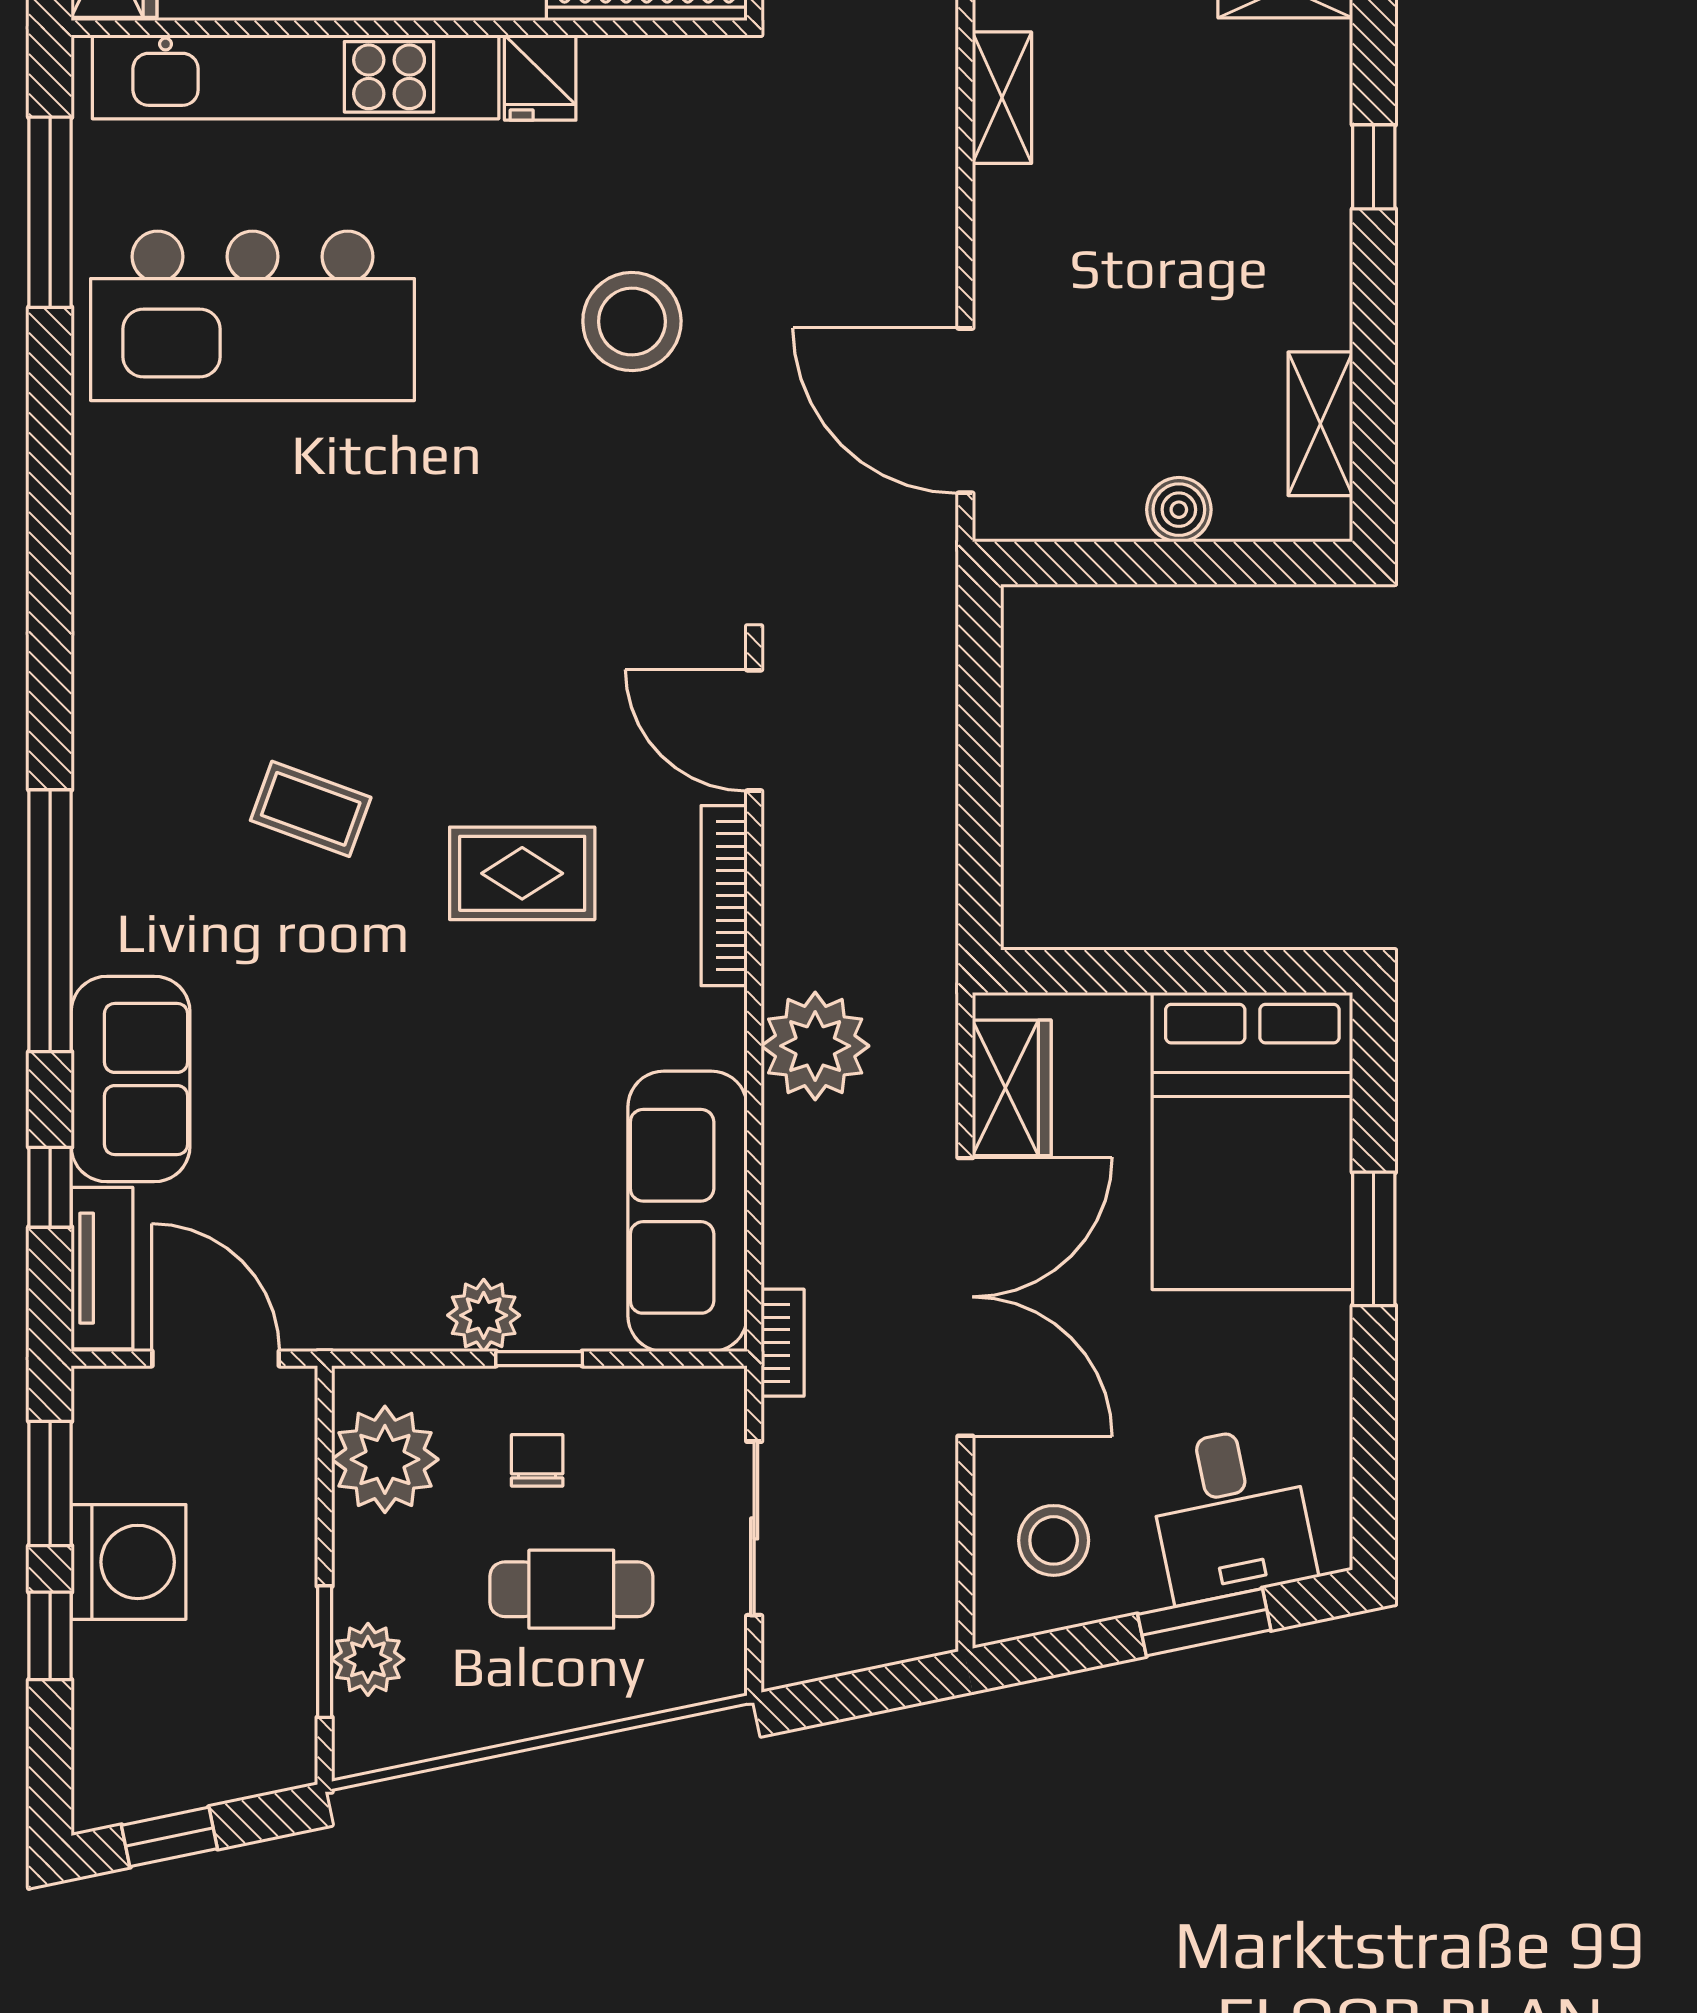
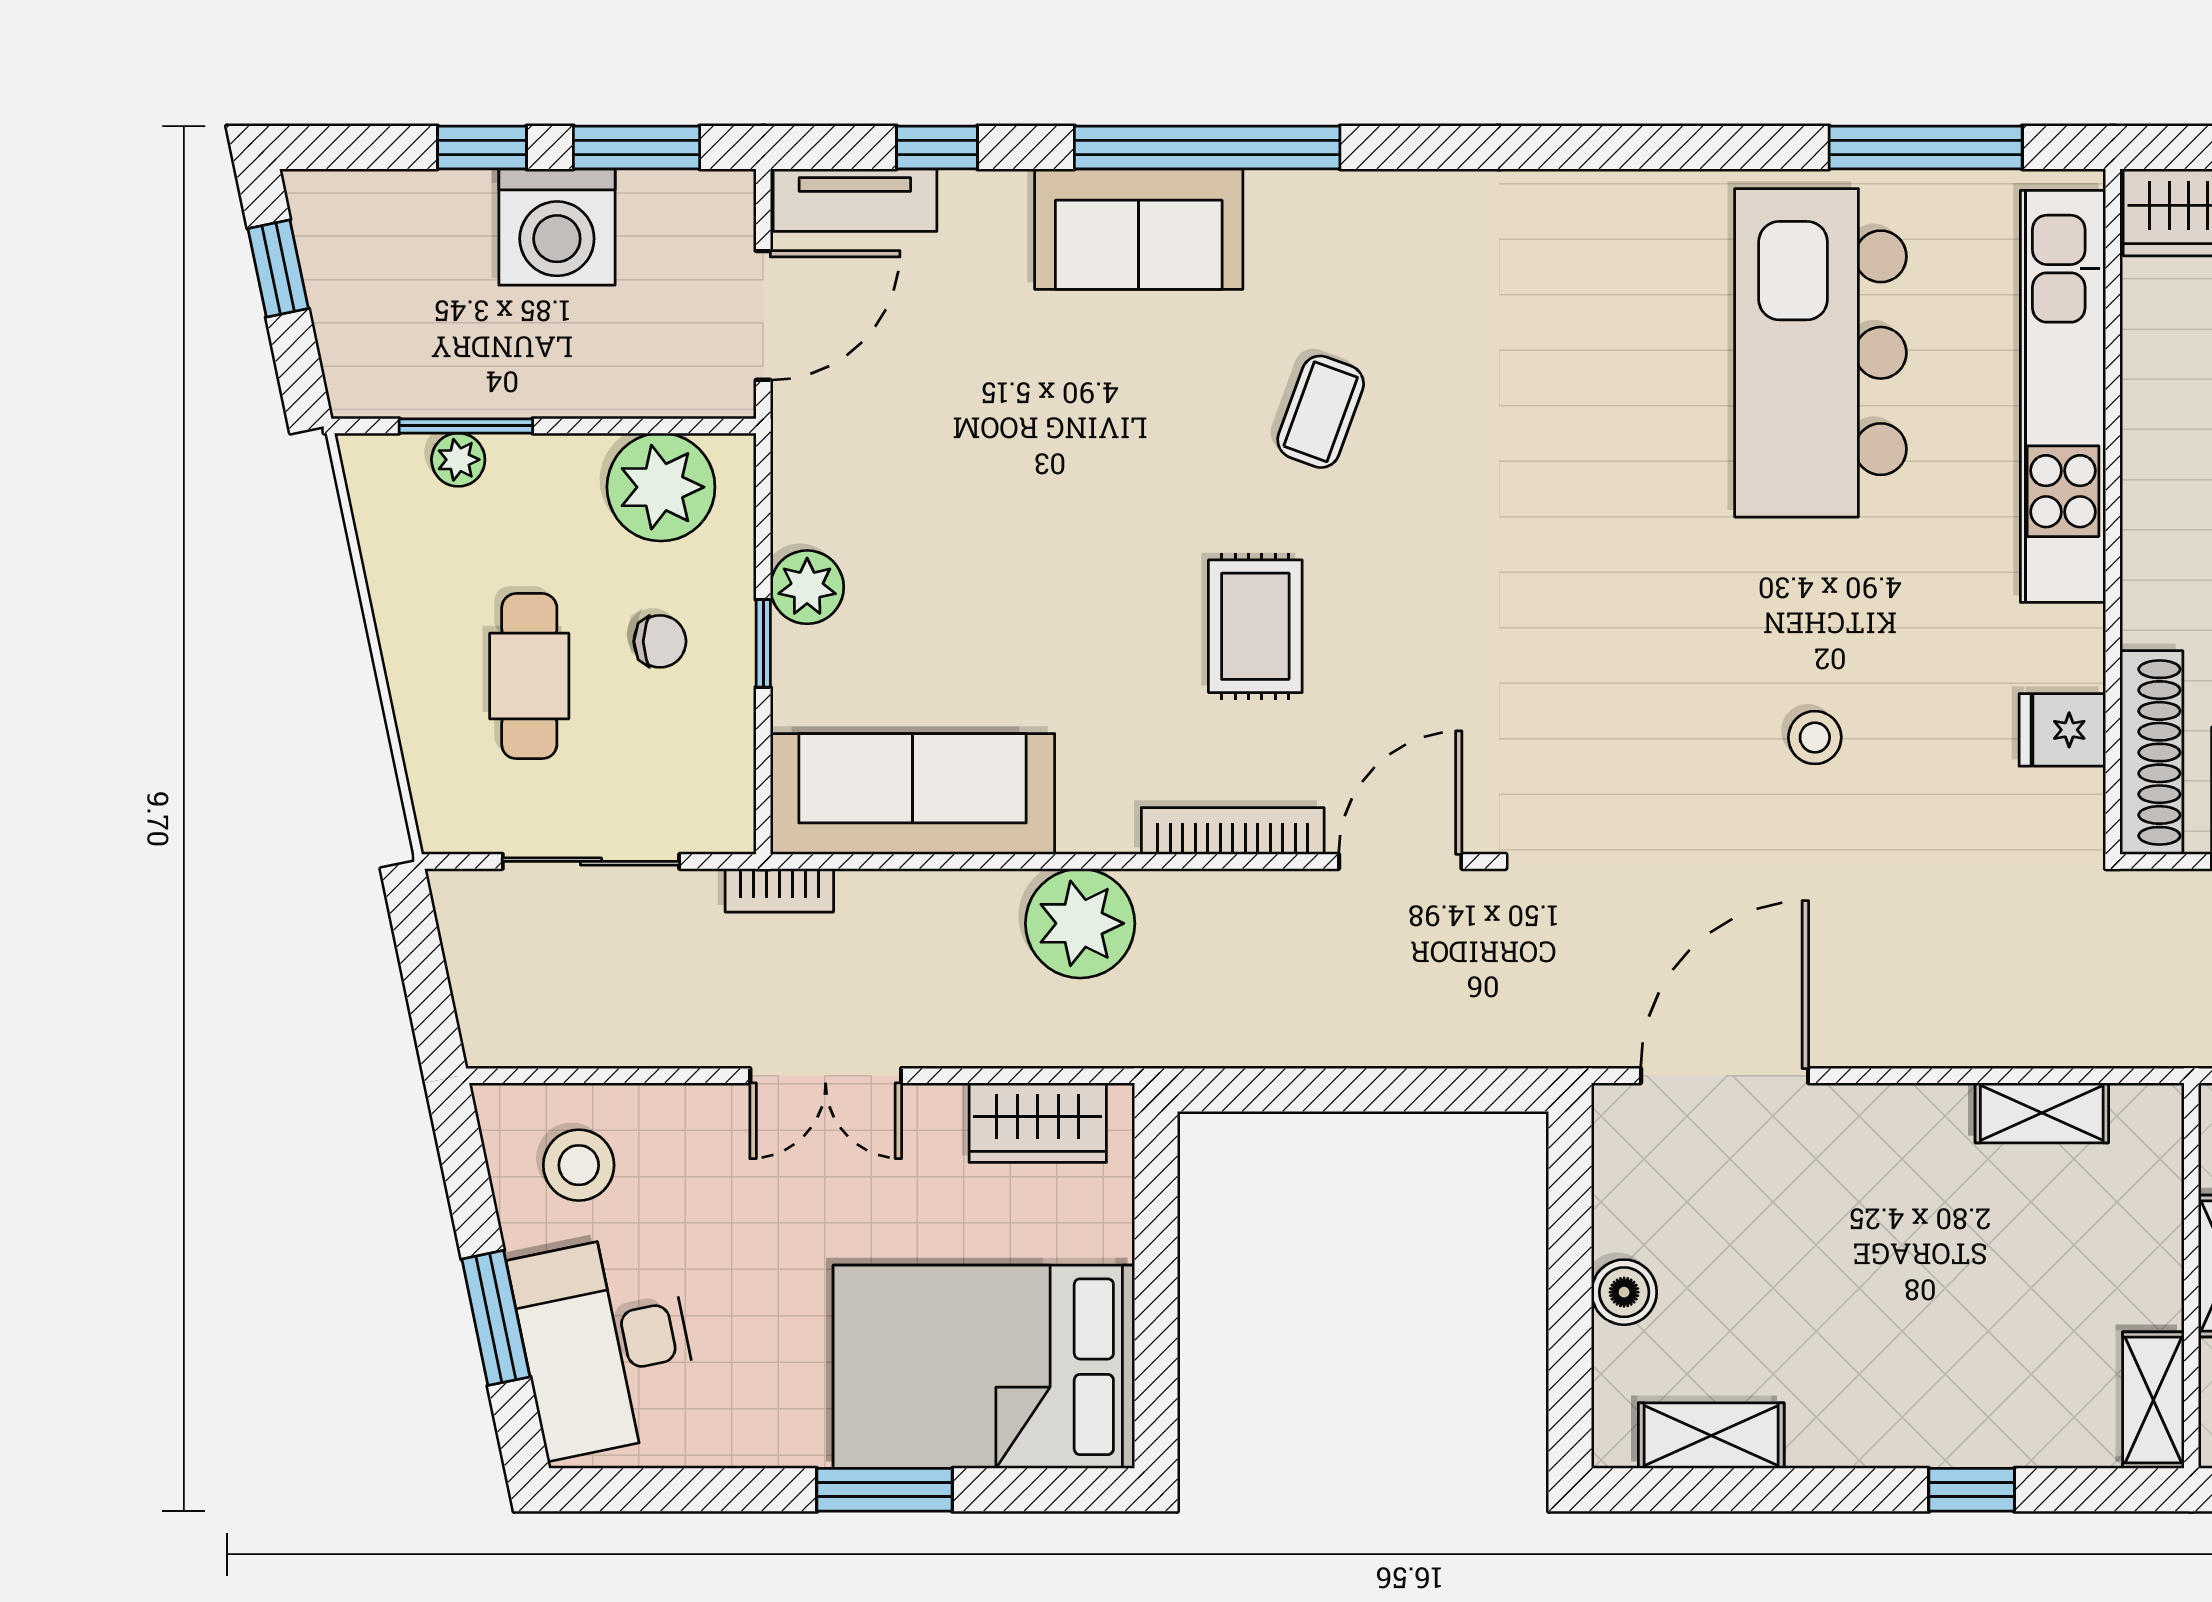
fridge: (540, 77) -> (2062, 730), moved
stool: (632, 322) -> (1815, 738), width x0.53, depth x0.53
sofa: (131, 1079) -> (1139, 229), moved
double door: (965, 1297) -> (826, 1076), width x0.54
desk: (1231, 1514) -> (606, 1345), width x1.37
plant: (368, 1659) -> (458, 460), width x0.73, depth x0.73

